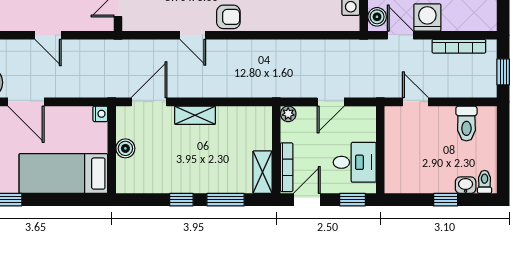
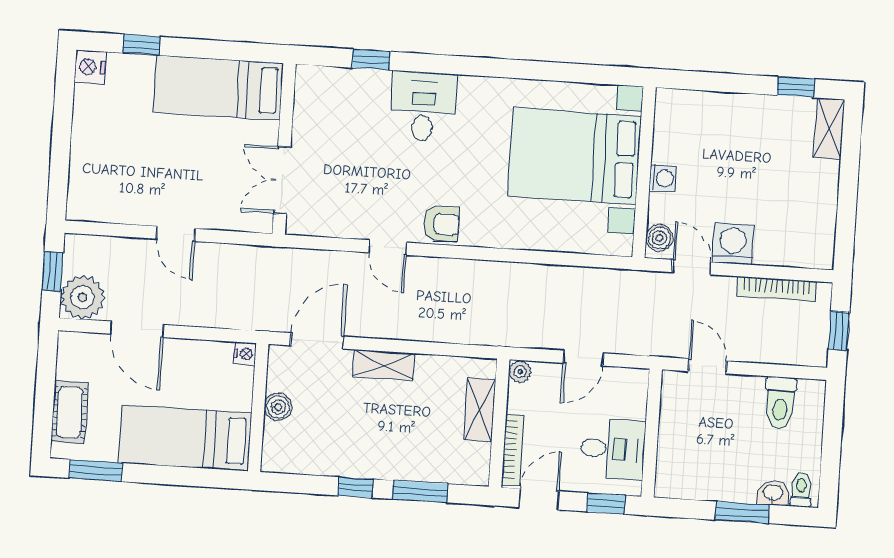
shelving: (262, 172) -> (480, 410), moved
window: (446, 200) -> (742, 512), width x1.50

